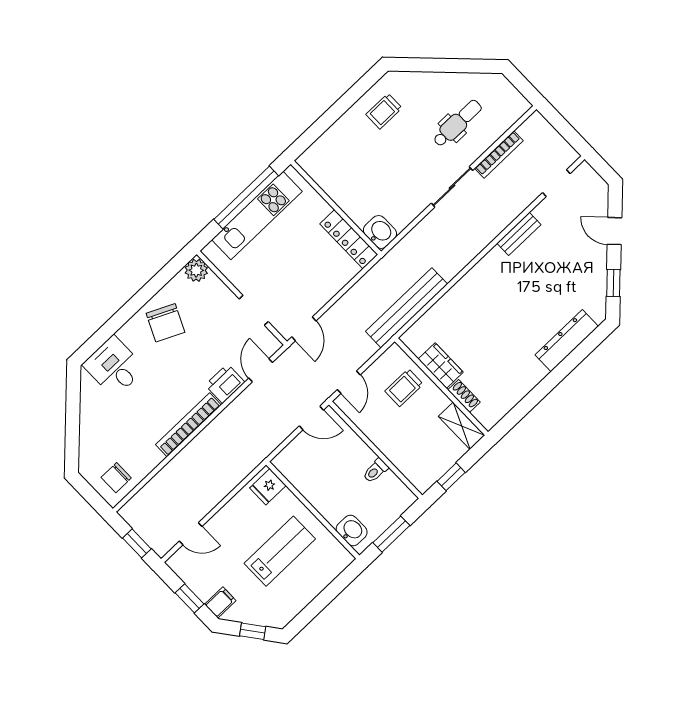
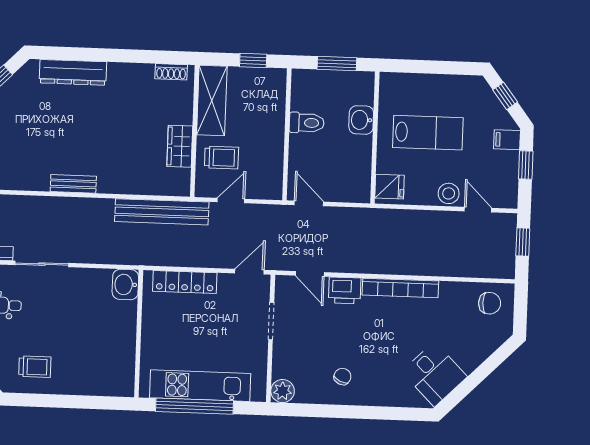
bench: (519, 234) -> (73, 184), moved
locker: (349, 239) -> (185, 282), moved, turned 90
chair: (165, 323) -> (342, 376), width x0.54, depth x0.54
desk: (114, 367) -> (434, 374), moved, turned -45
door: (261, 370) -> (310, 274), hinge flipped
door: (349, 382) -> (231, 201), moved
shoe rack: (464, 396) -> (171, 72), moved, turned -90
shelving: (462, 426) -> (212, 100), width x1.50, depth x1.33
toilet: (375, 471) -> (307, 123), width x1.37, depth x1.39
stool: (222, 524) -> (449, 193), added
washbasin: (352, 530) -> (361, 120), moved
lab bench: (280, 551) -> (428, 133), turned 180

